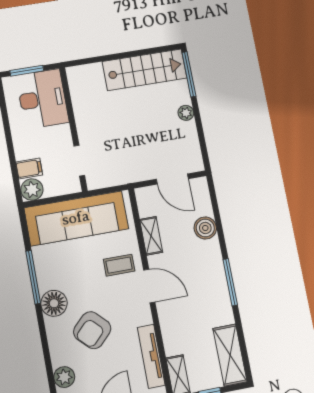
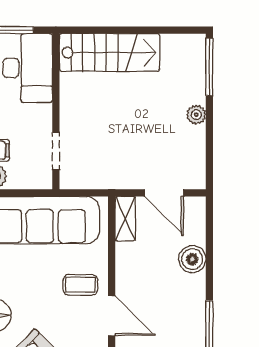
stairs: (145, 70) -> (109, 53), moved
shelving: (151, 236) -> (125, 219), moved

